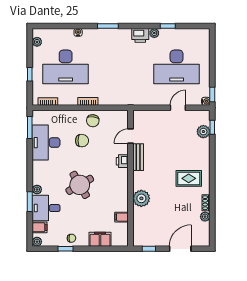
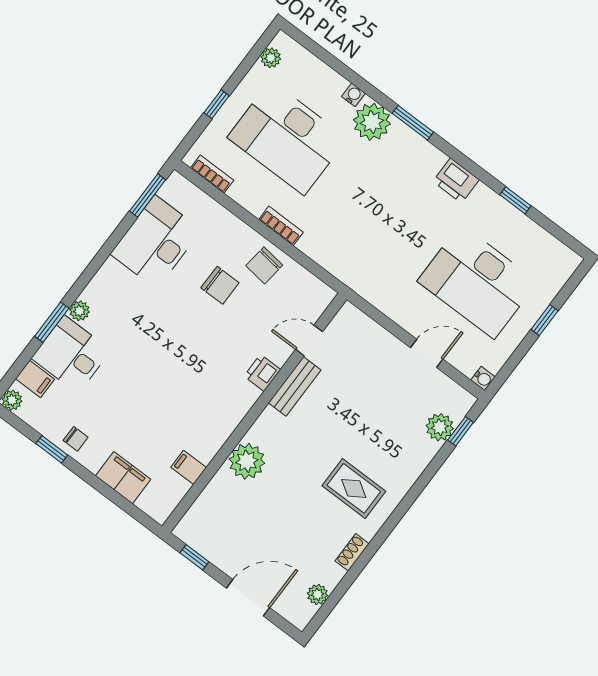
plant: (154, 33) -> (372, 122), moved, width x1.88, depth x1.88
window: (212, 95) -> (545, 320), moved
round table: (80, 185) -> (159, 358), removed
plant: (205, 217) -> (318, 594), moved

